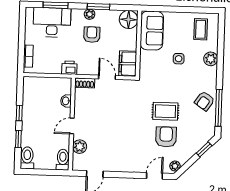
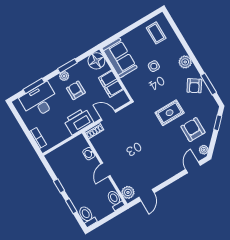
plant: (211, 59) -> (185, 62), moved
filing cabinet: (128, 64) -> (111, 84), moved
printer: (69, 68) -> (79, 121), width x1.87, depth x1.48
window: (219, 108) -> (209, 84), width x0.69
armchair: (166, 137) -> (193, 130), moved
plant: (80, 147) -> (128, 192), moved

